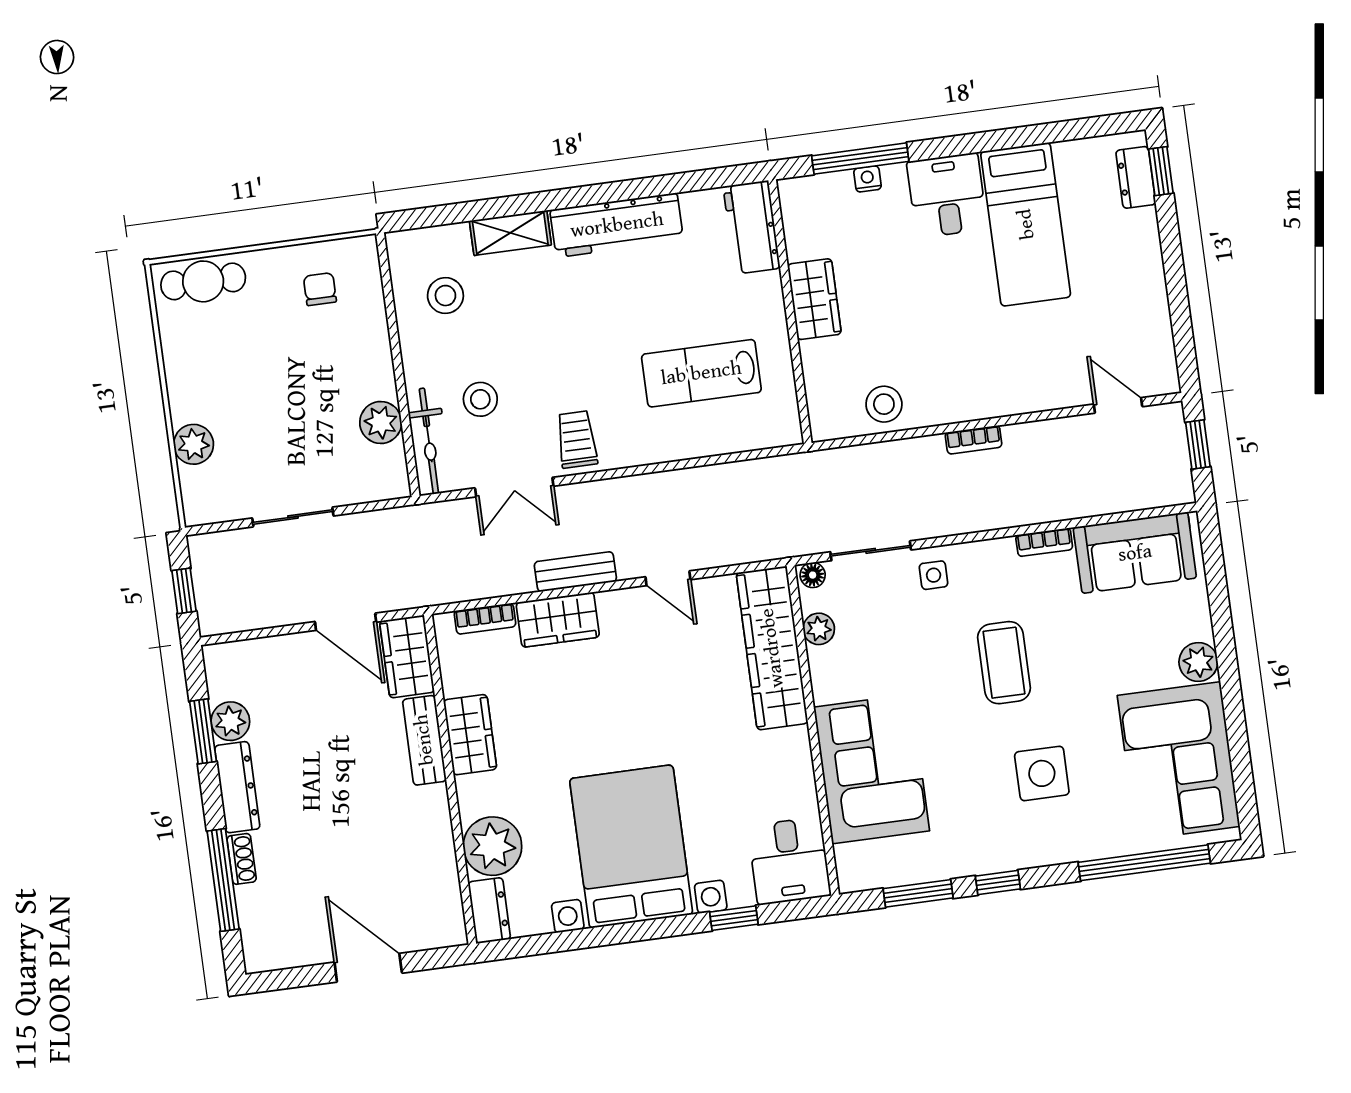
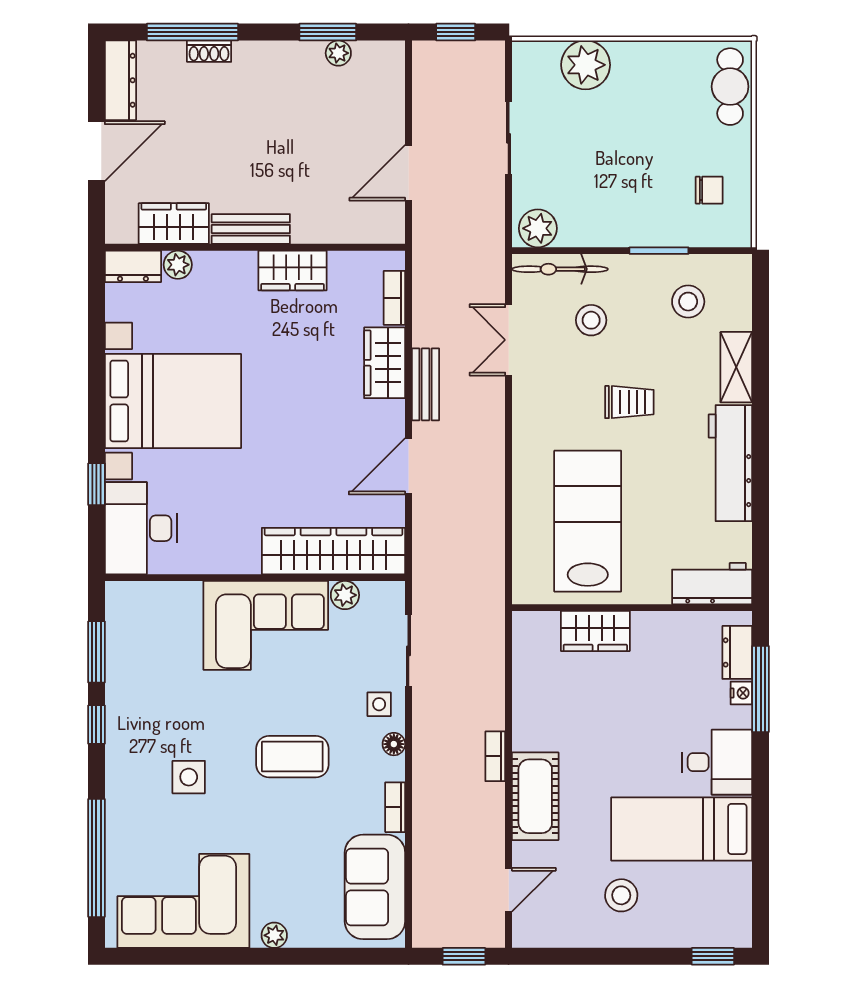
dresser: (1136, 177) -> (737, 652), moved, turned -90
wardrobe: (814, 299) -> (595, 631), moved
window: (394, 335) -> (659, 251), added
lab bench: (701, 373) -> (588, 521), width x1.36, depth x1.39
cot: (1011, 390) -> (535, 796), added
stool: (884, 404) -> (621, 895), moved
plant: (381, 422) -> (538, 228), moved
trolley: (577, 439) -> (629, 402), moved
plant: (194, 444) -> (586, 65), width x1.36, depth x1.36
floor lamp: (813, 575) -> (394, 744), moved
door: (668, 578) -> (408, 466), width x1.38
wardrobe: (407, 657) -> (174, 224), moved
plant: (1198, 662) -> (274, 935), width x0.73, depth x0.73
plant: (230, 721) -> (338, 53), width x0.73, depth x0.73
bench: (424, 740) -> (251, 229), moved
corner sofa: (872, 769) -> (266, 625), moved
side table: (1042, 773) -> (189, 777), width x0.73, depth x0.73
dresser: (237, 787) -> (120, 80), moved, turned -90
plant: (492, 846) -> (178, 265), width x0.53, depth x0.53
desk: (789, 861) -> (141, 528), width x1.37

